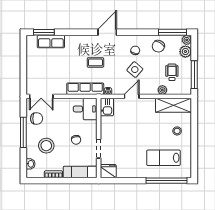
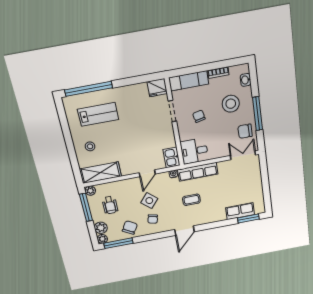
plant: (162, 90) -> (90, 191), moved

